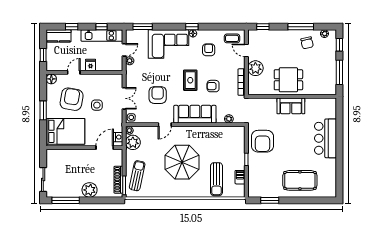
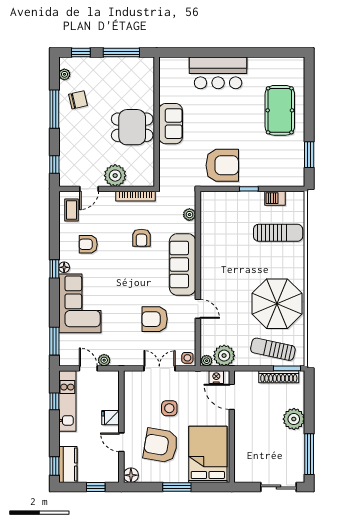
window: (72, 27) -> (54, 466), moved
rug: (190, 80) -> (133, 271), removed
dining table: (288, 80) -> (132, 127), turned 90
parasol: (182, 162) -> (277, 304), moved

